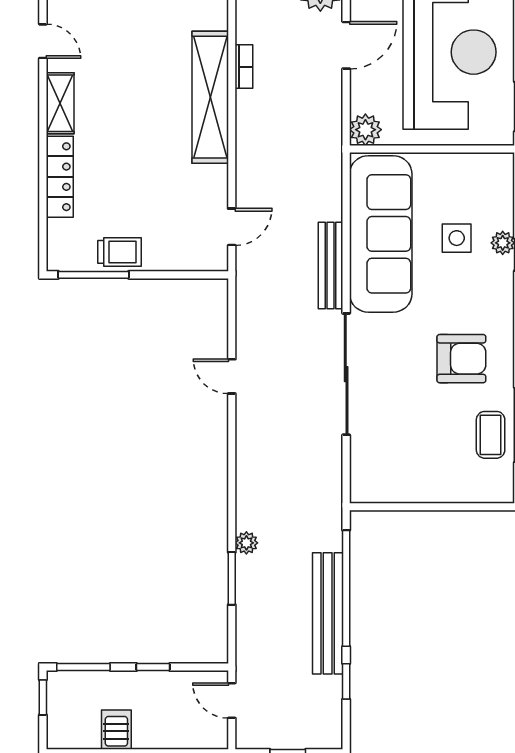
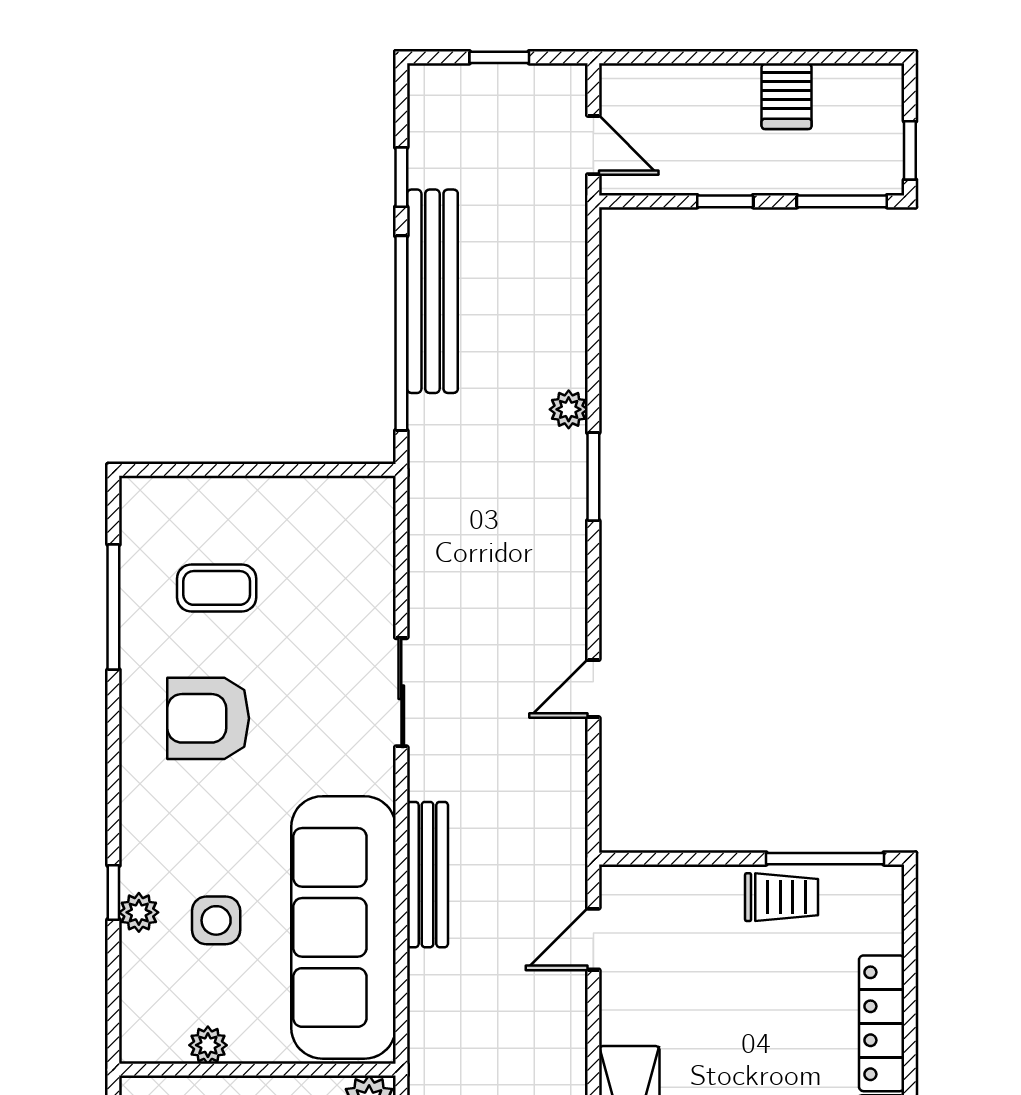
plant: (462, 164) -> (208, 1045), added
trolley: (119, 252) -> (781, 897), turned 180
sliding door: (346, 374) -> (401, 692), width x0.54
door: (232, 376) -> (593, 689), swing flipped
coffee table: (491, 435) -> (217, 588), moved, turned 90
window: (232, 578) -> (593, 477), moved

